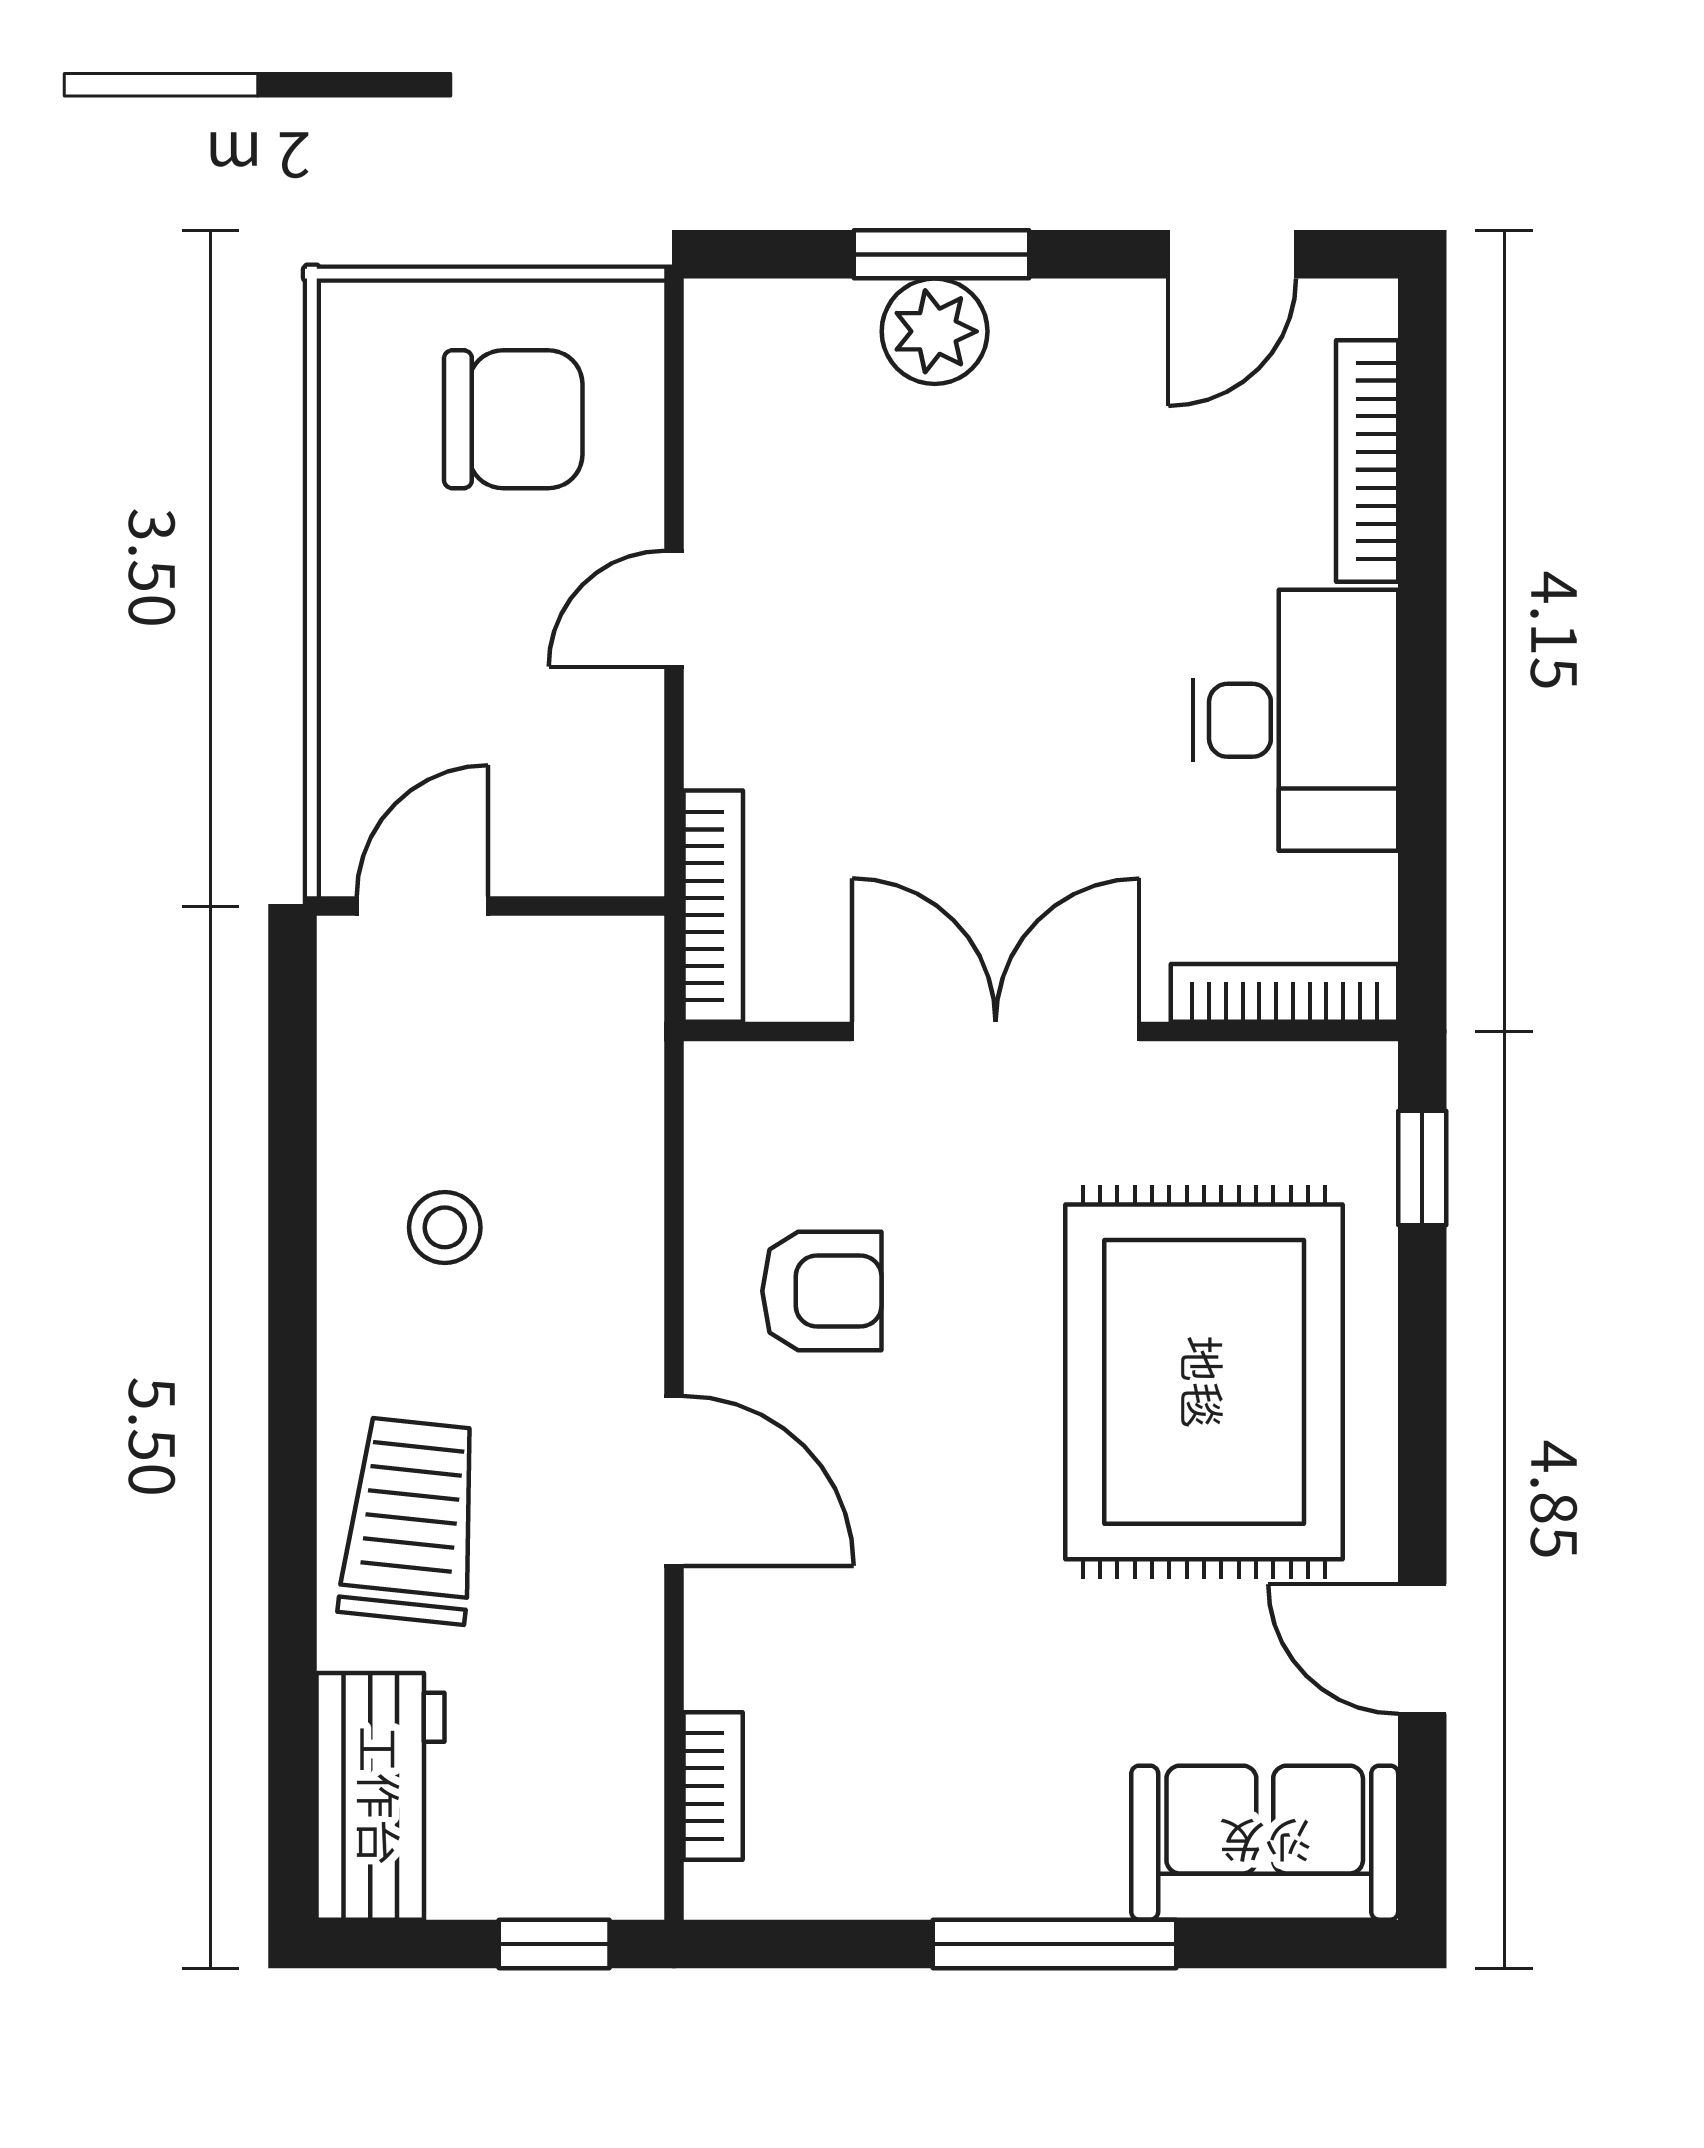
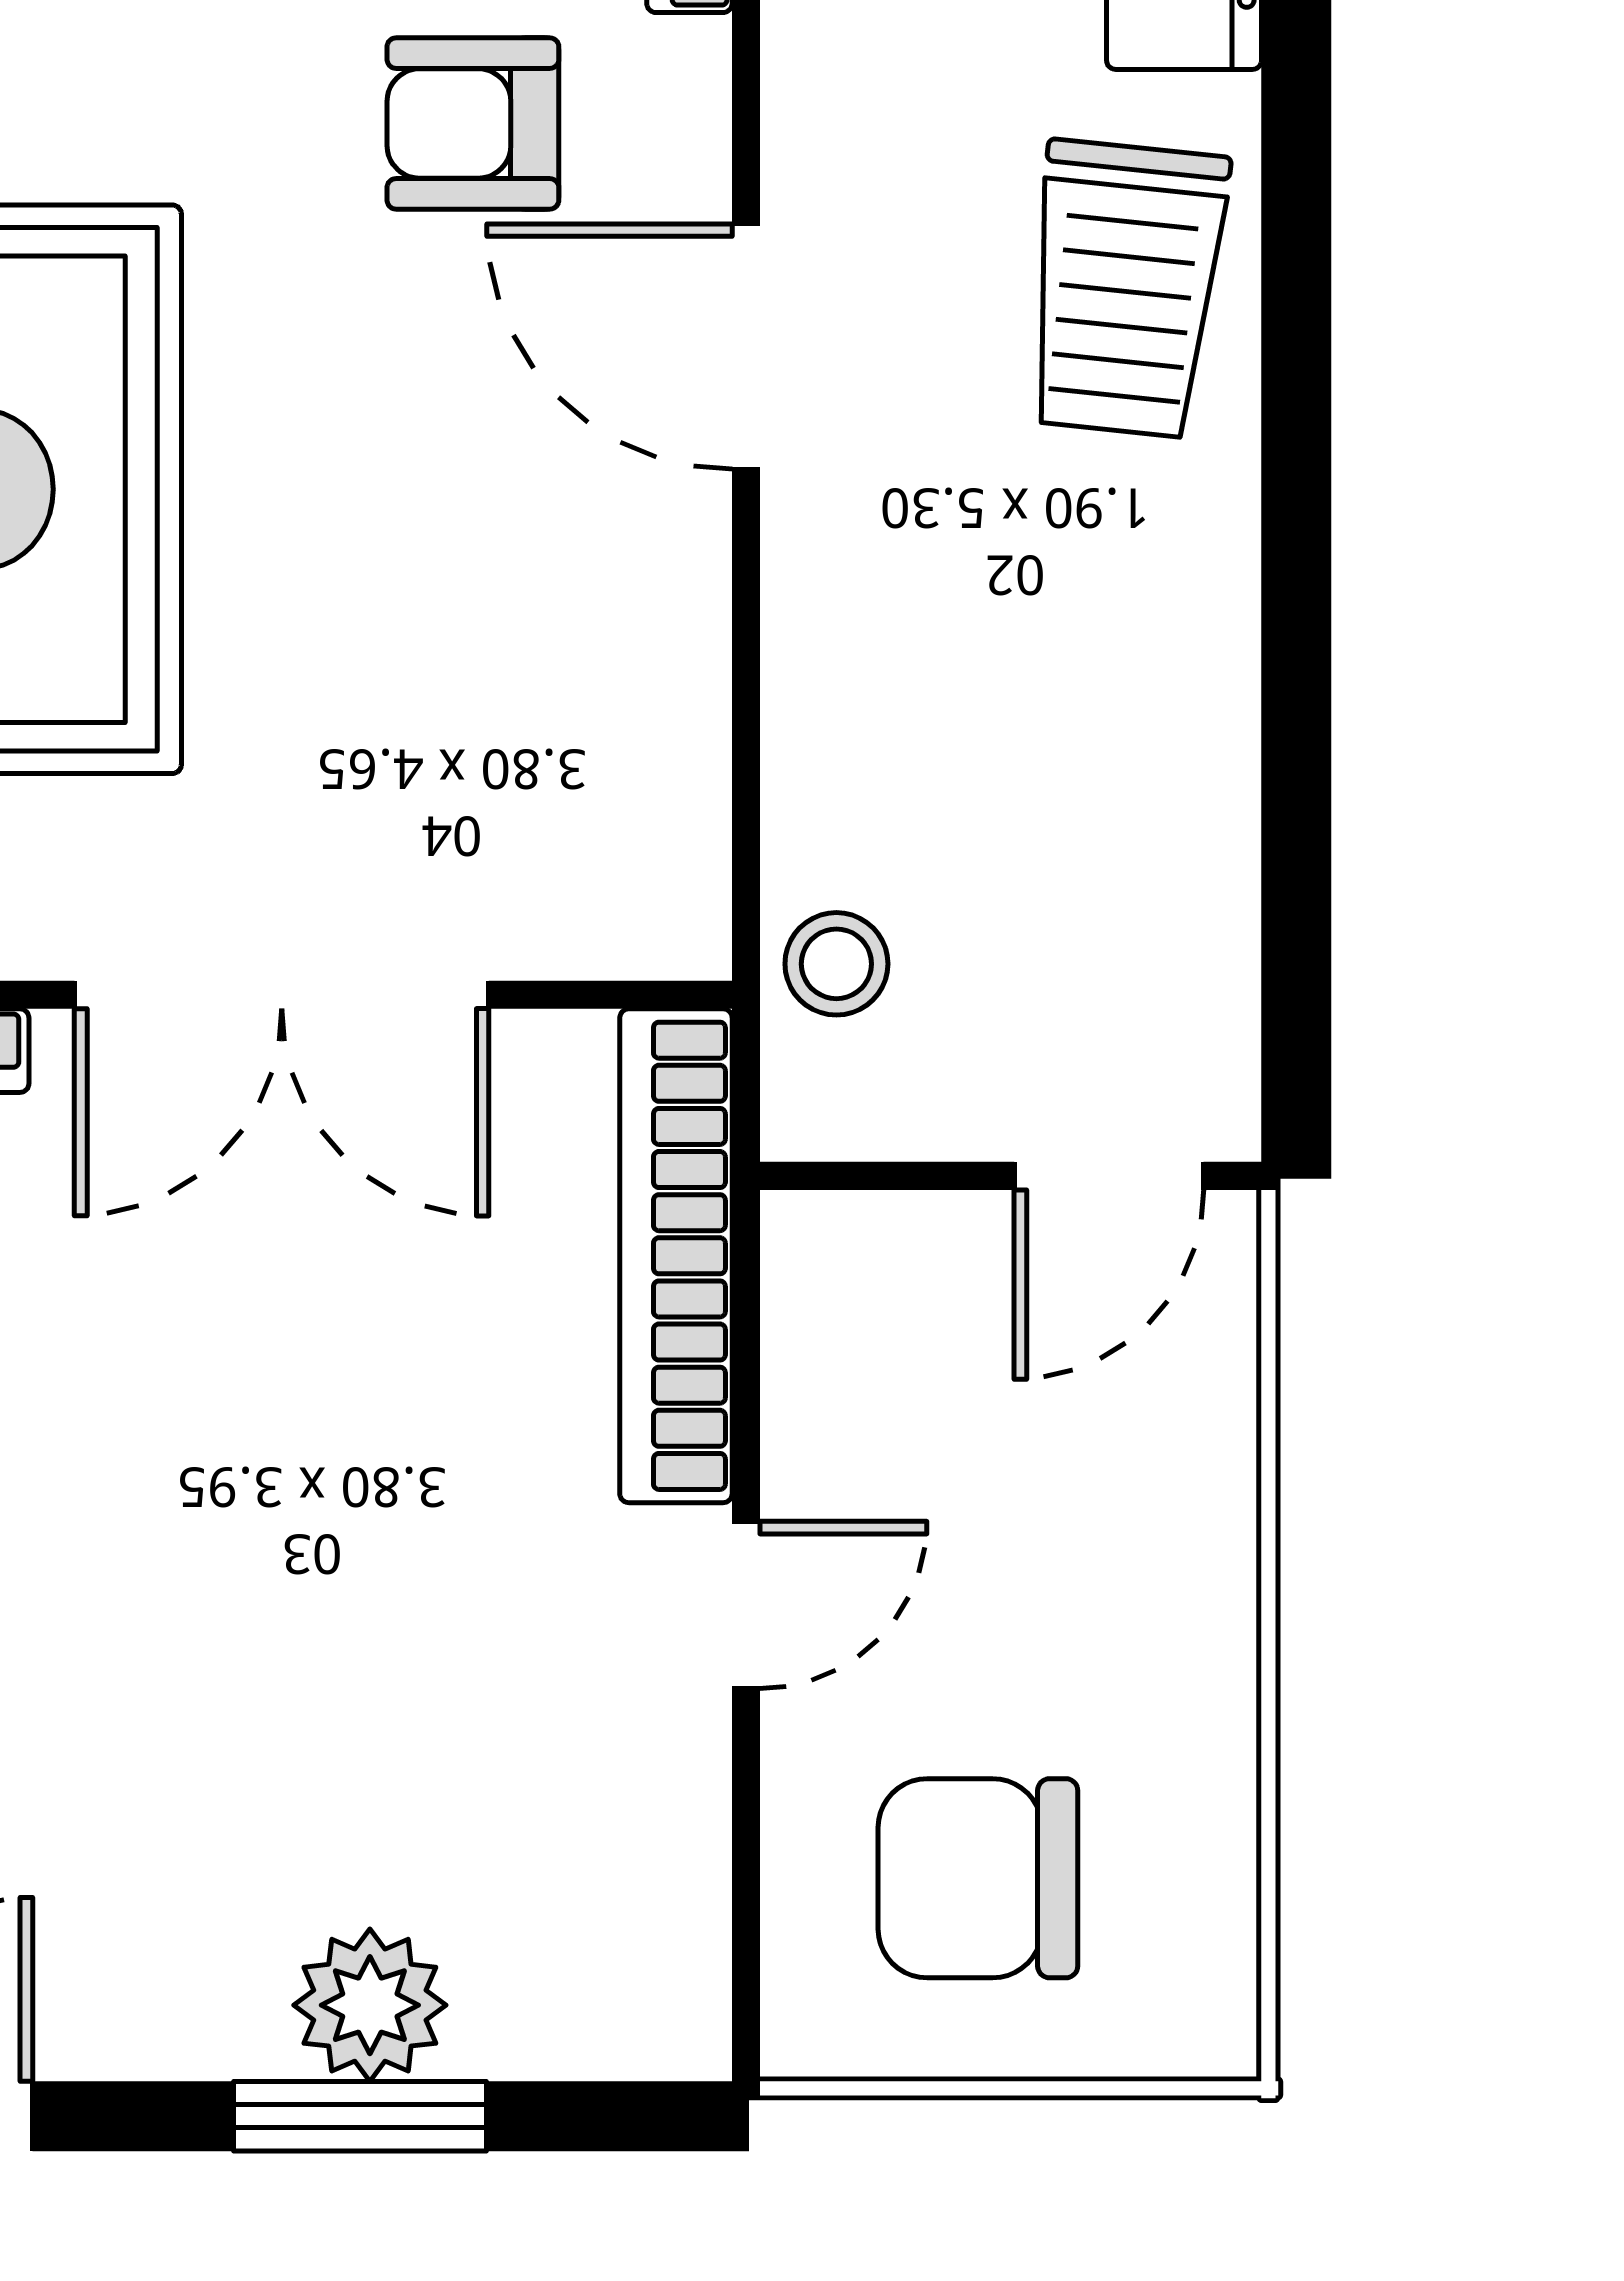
bookcase: (713, 906) -> (676, 1256), width x1.48, depth x1.31
stool: (445, 1227) -> (836, 964), moved
armchair: (822, 1291) -> (473, 123), moved

